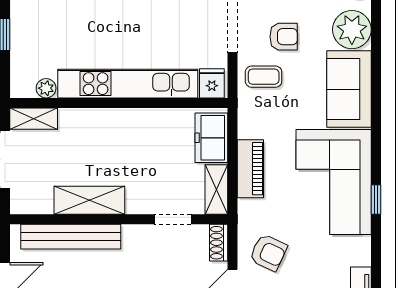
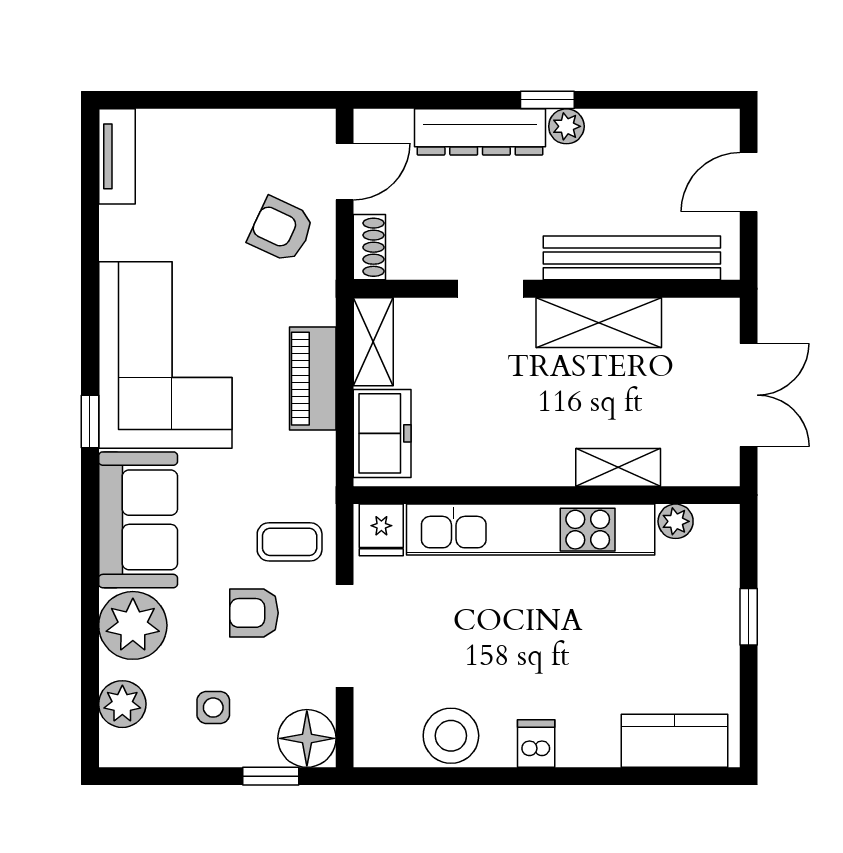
shelving: (34, 119) -> (618, 467), moved
window: (376, 200) -> (90, 421), moved
doorway: (173, 219) -> (491, 289), moved

